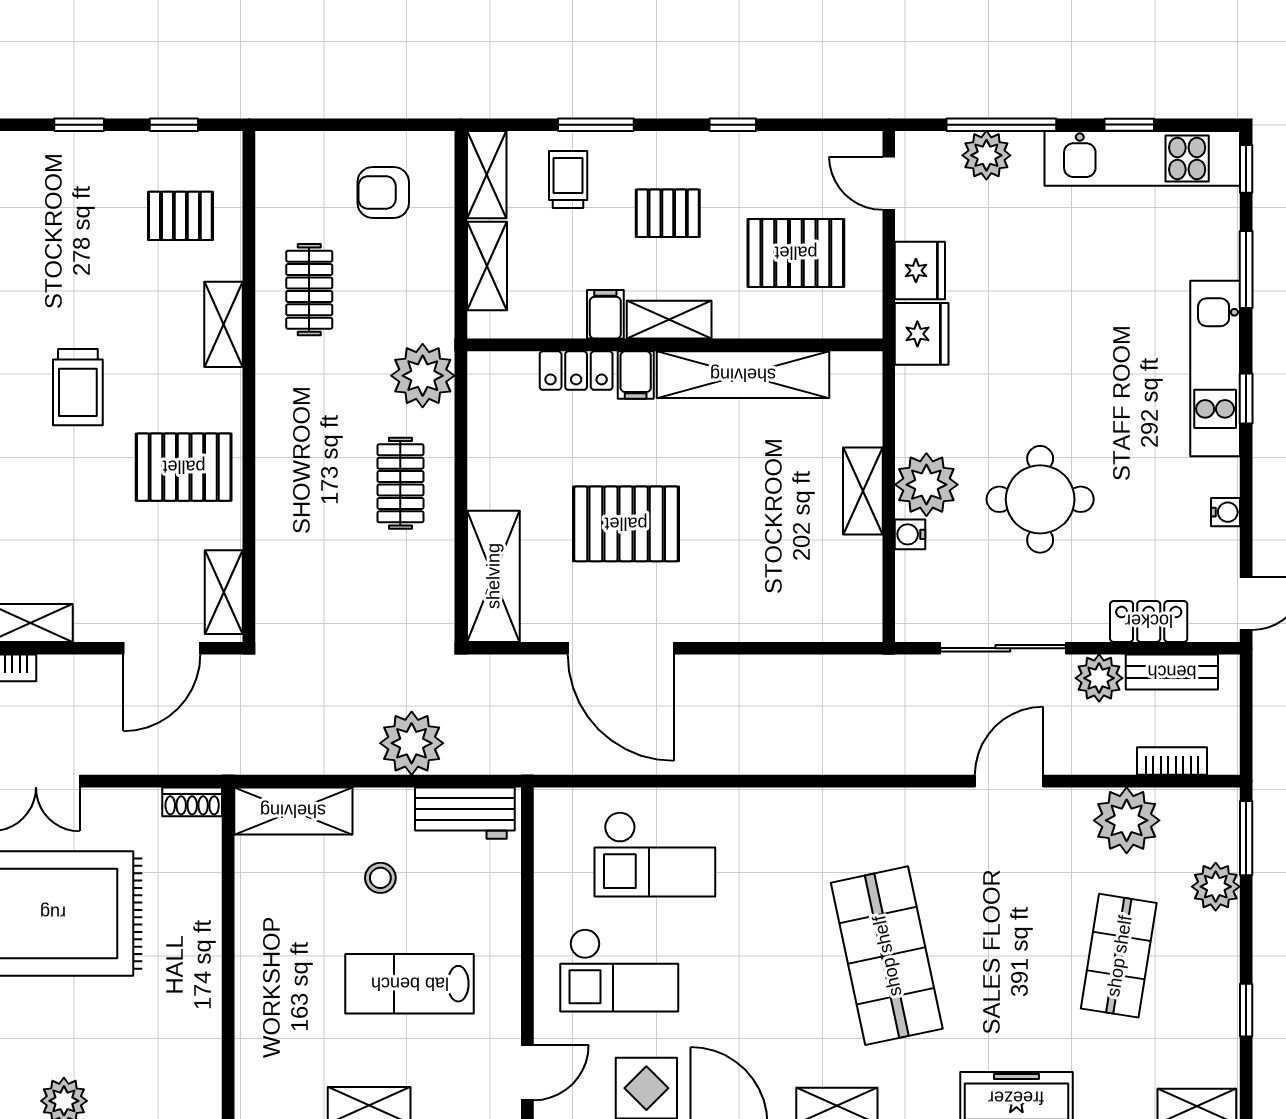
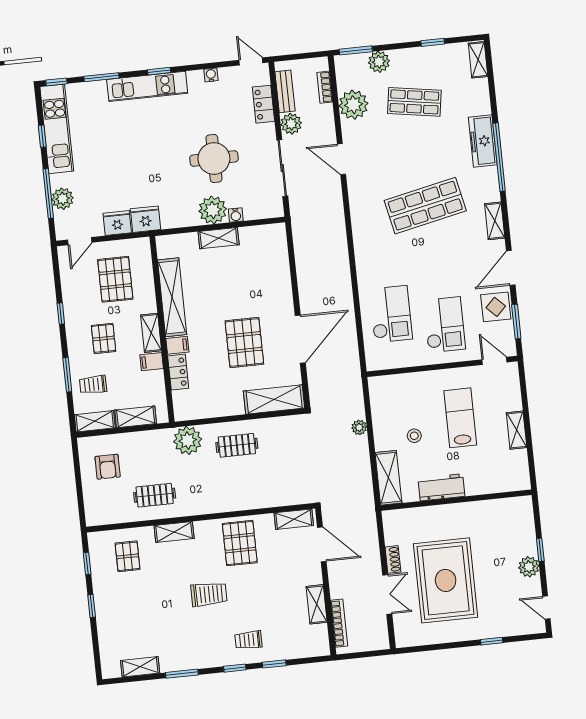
plant: (412, 743) -> (359, 427), width x0.53, depth x0.53
shoe rack: (192, 802) -> (393, 559), moved
workbench: (465, 813) -> (441, 487), moved, turned -90
lab bench: (410, 984) -> (460, 418), turned 180

